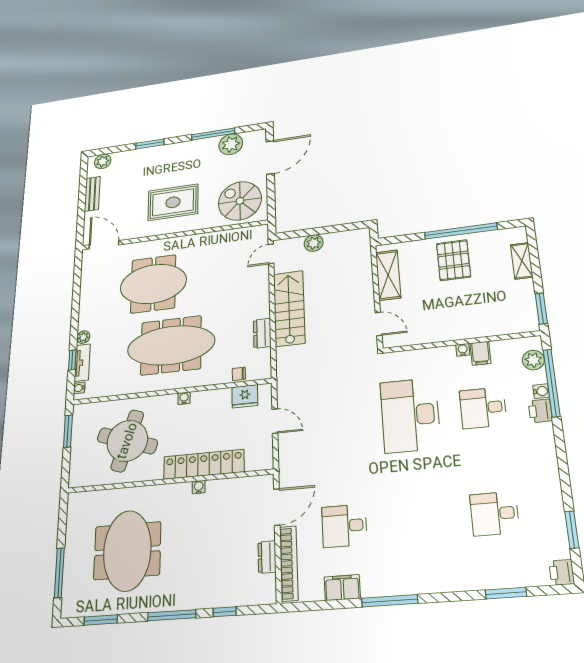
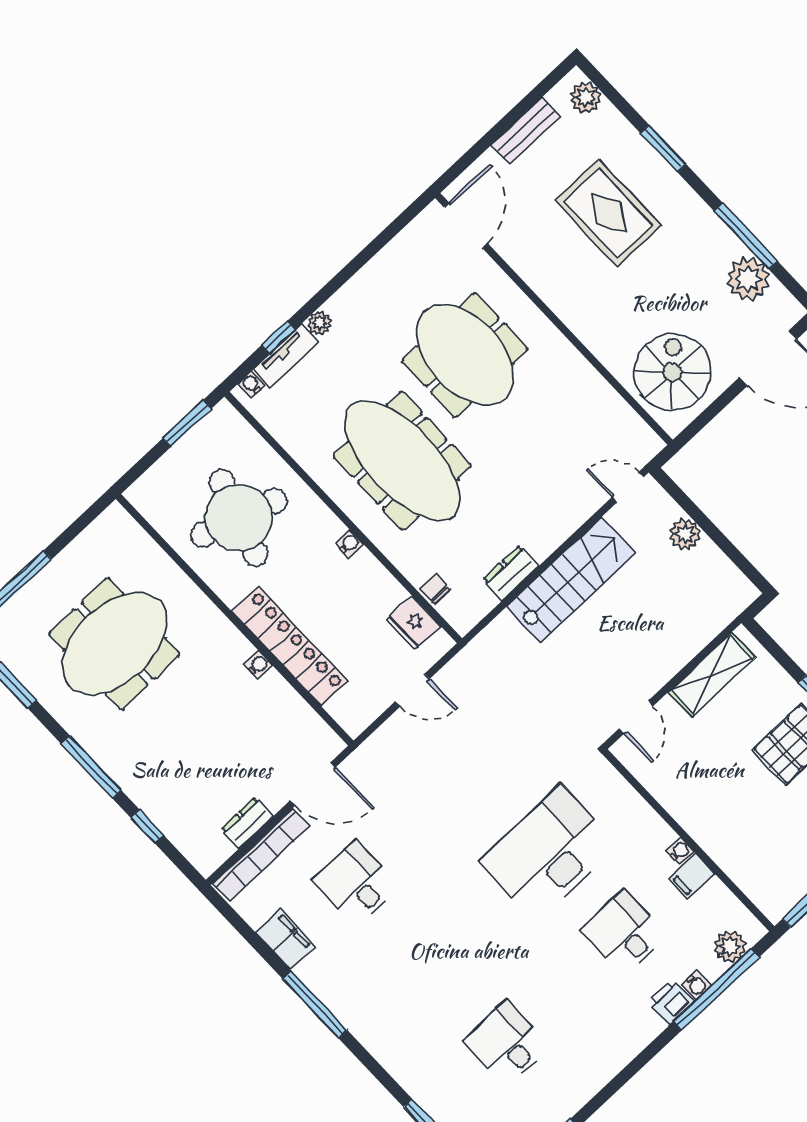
rug: (173, 202) -> (608, 213), moved
door: (275, 421) -> (412, 690), hinge flipped

